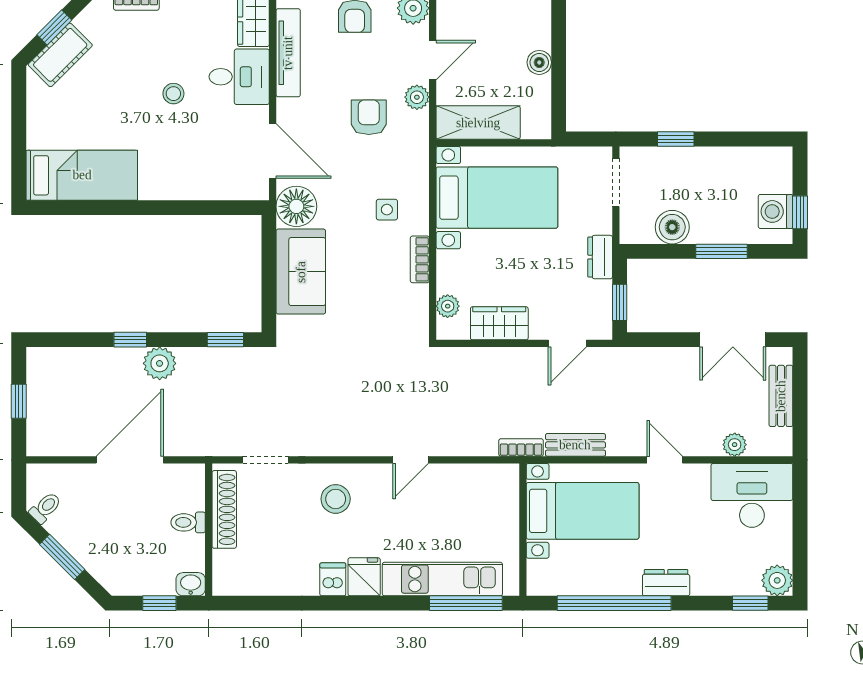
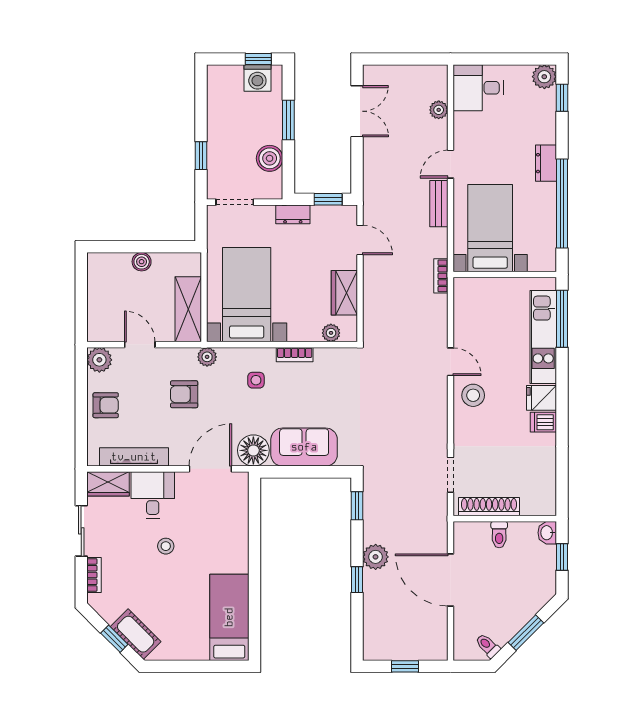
plant: (417, 97) -> (207, 357), moved
bench: (781, 396) -> (401, 74), removed
bench: (575, 445) -> (439, 204), moved
desk: (752, 495) -> (478, 88), width x0.73
stool: (336, 499) -> (473, 395), moved

